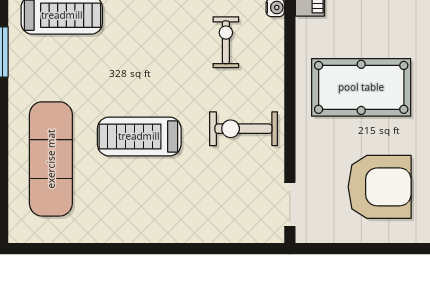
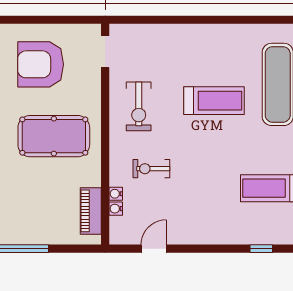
exercise bike: (226, 42) -> (151, 169), turned 90
exercise bike: (243, 129) -> (139, 106), turned 90

